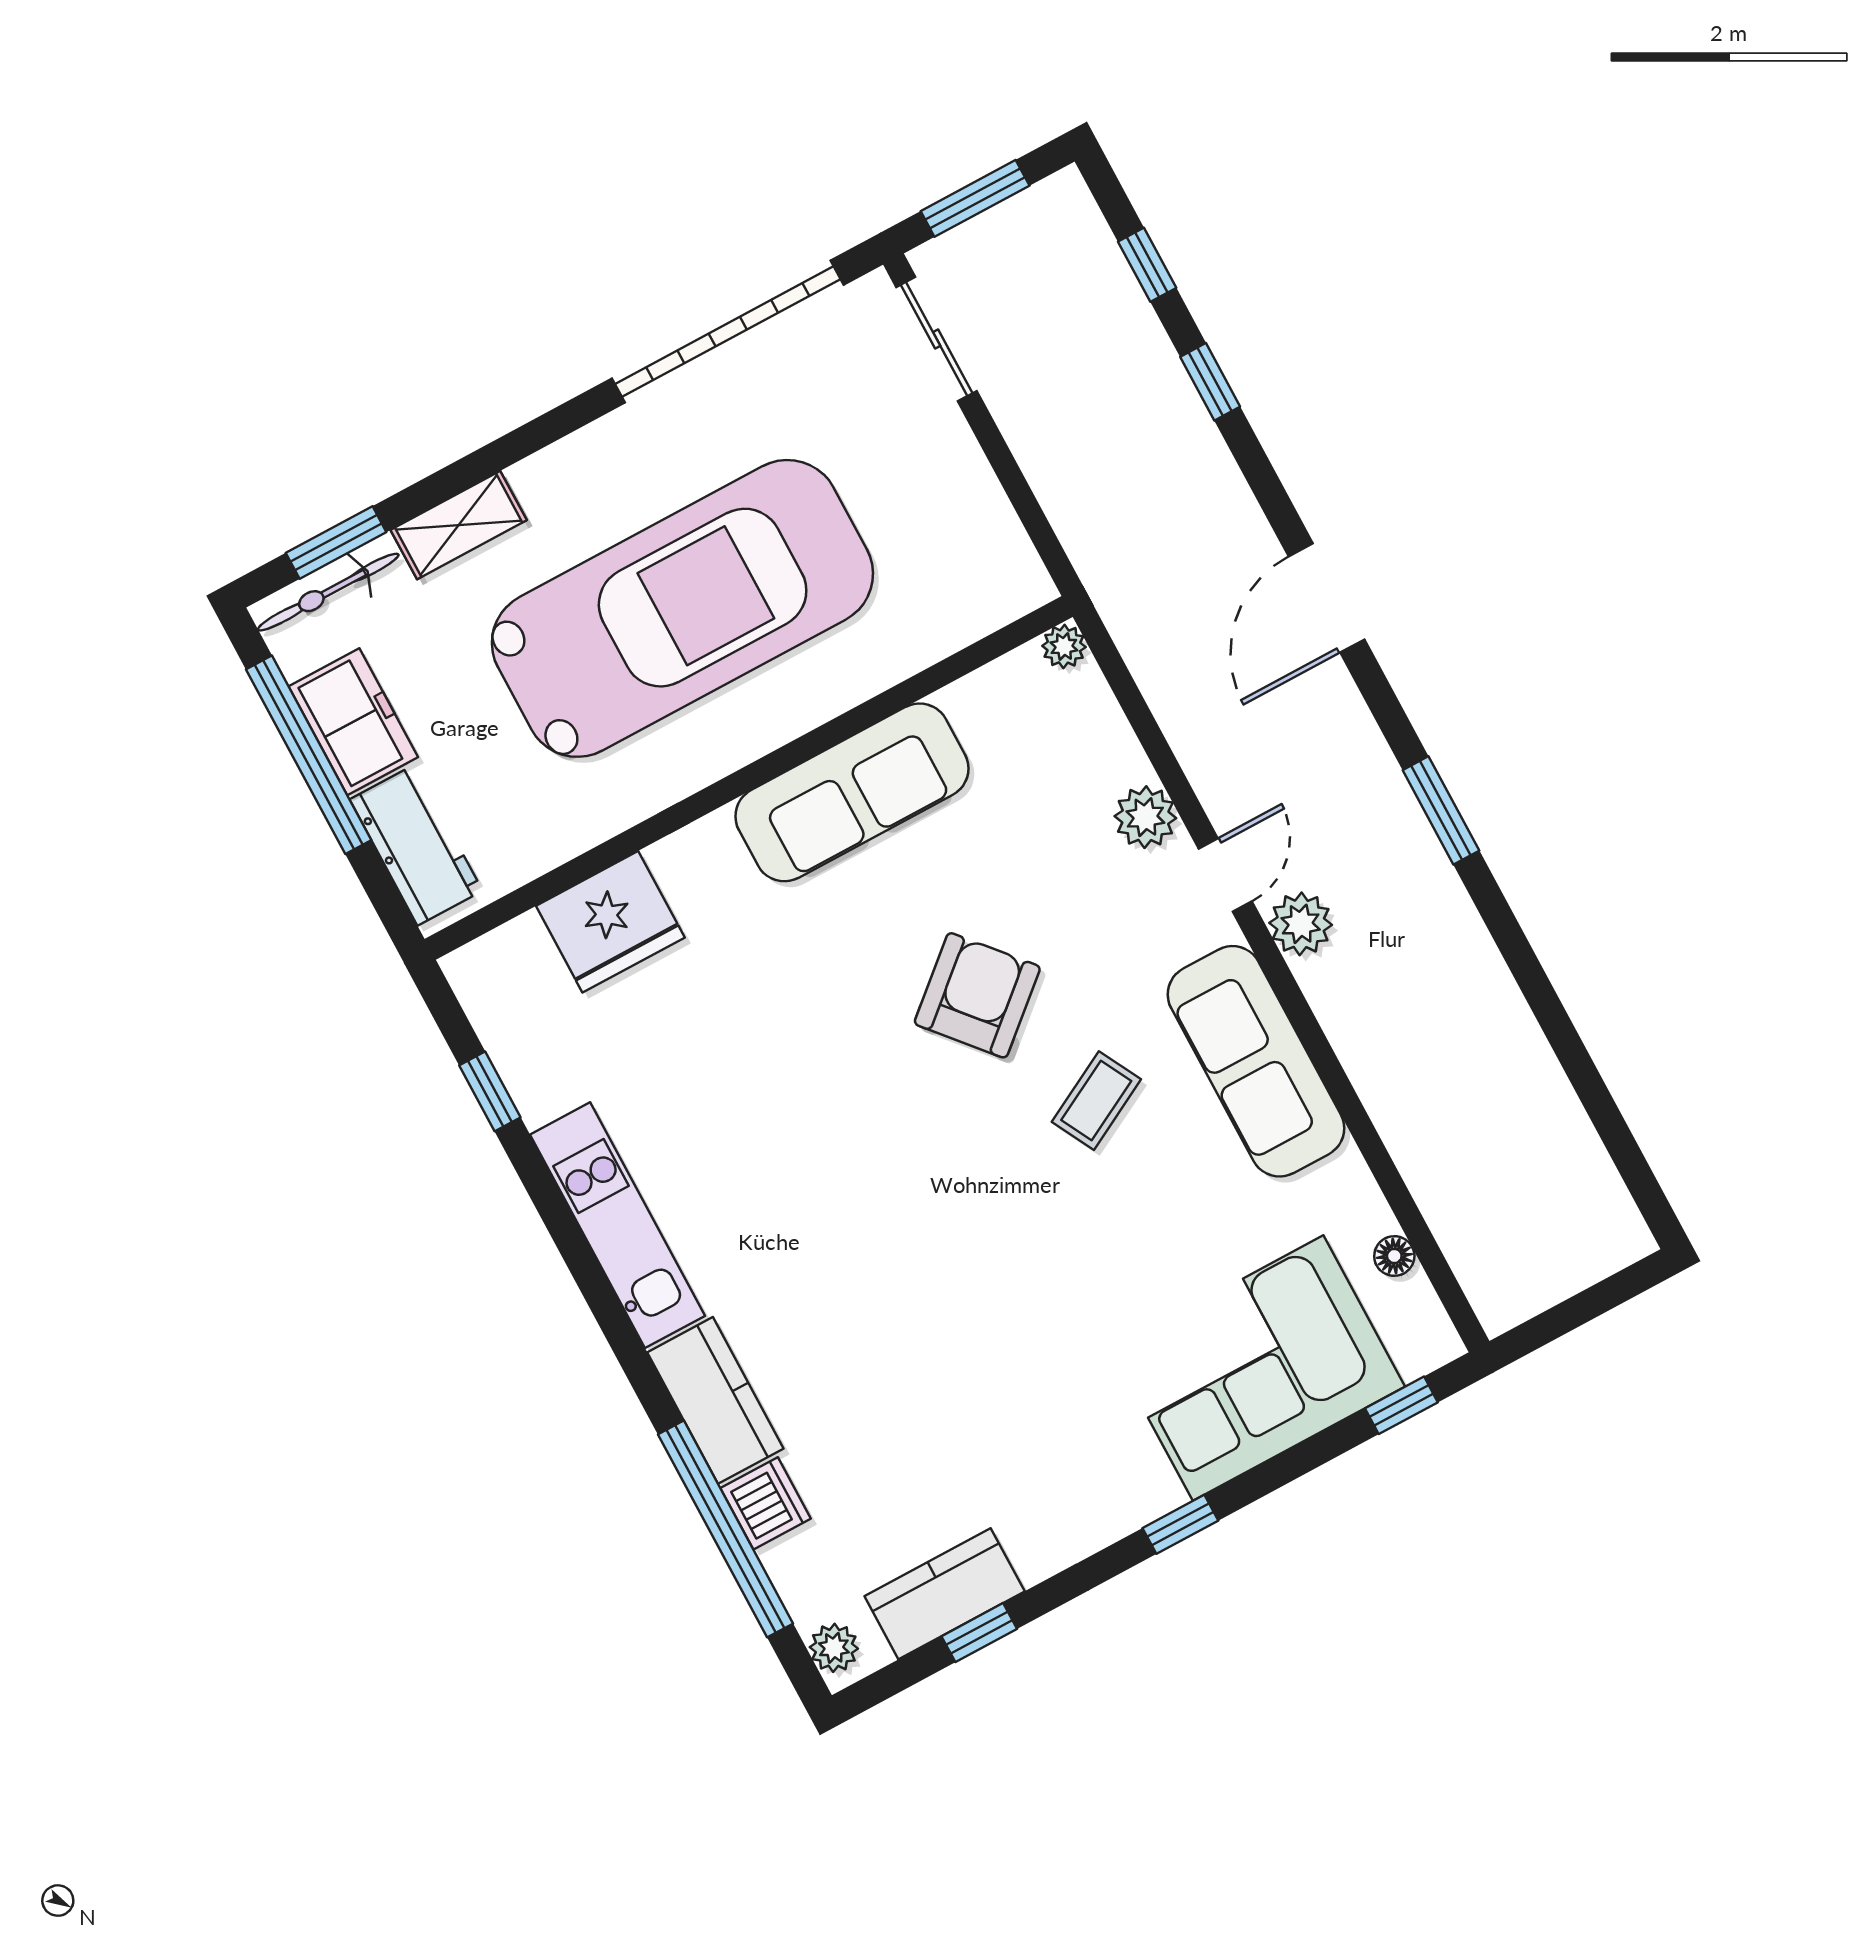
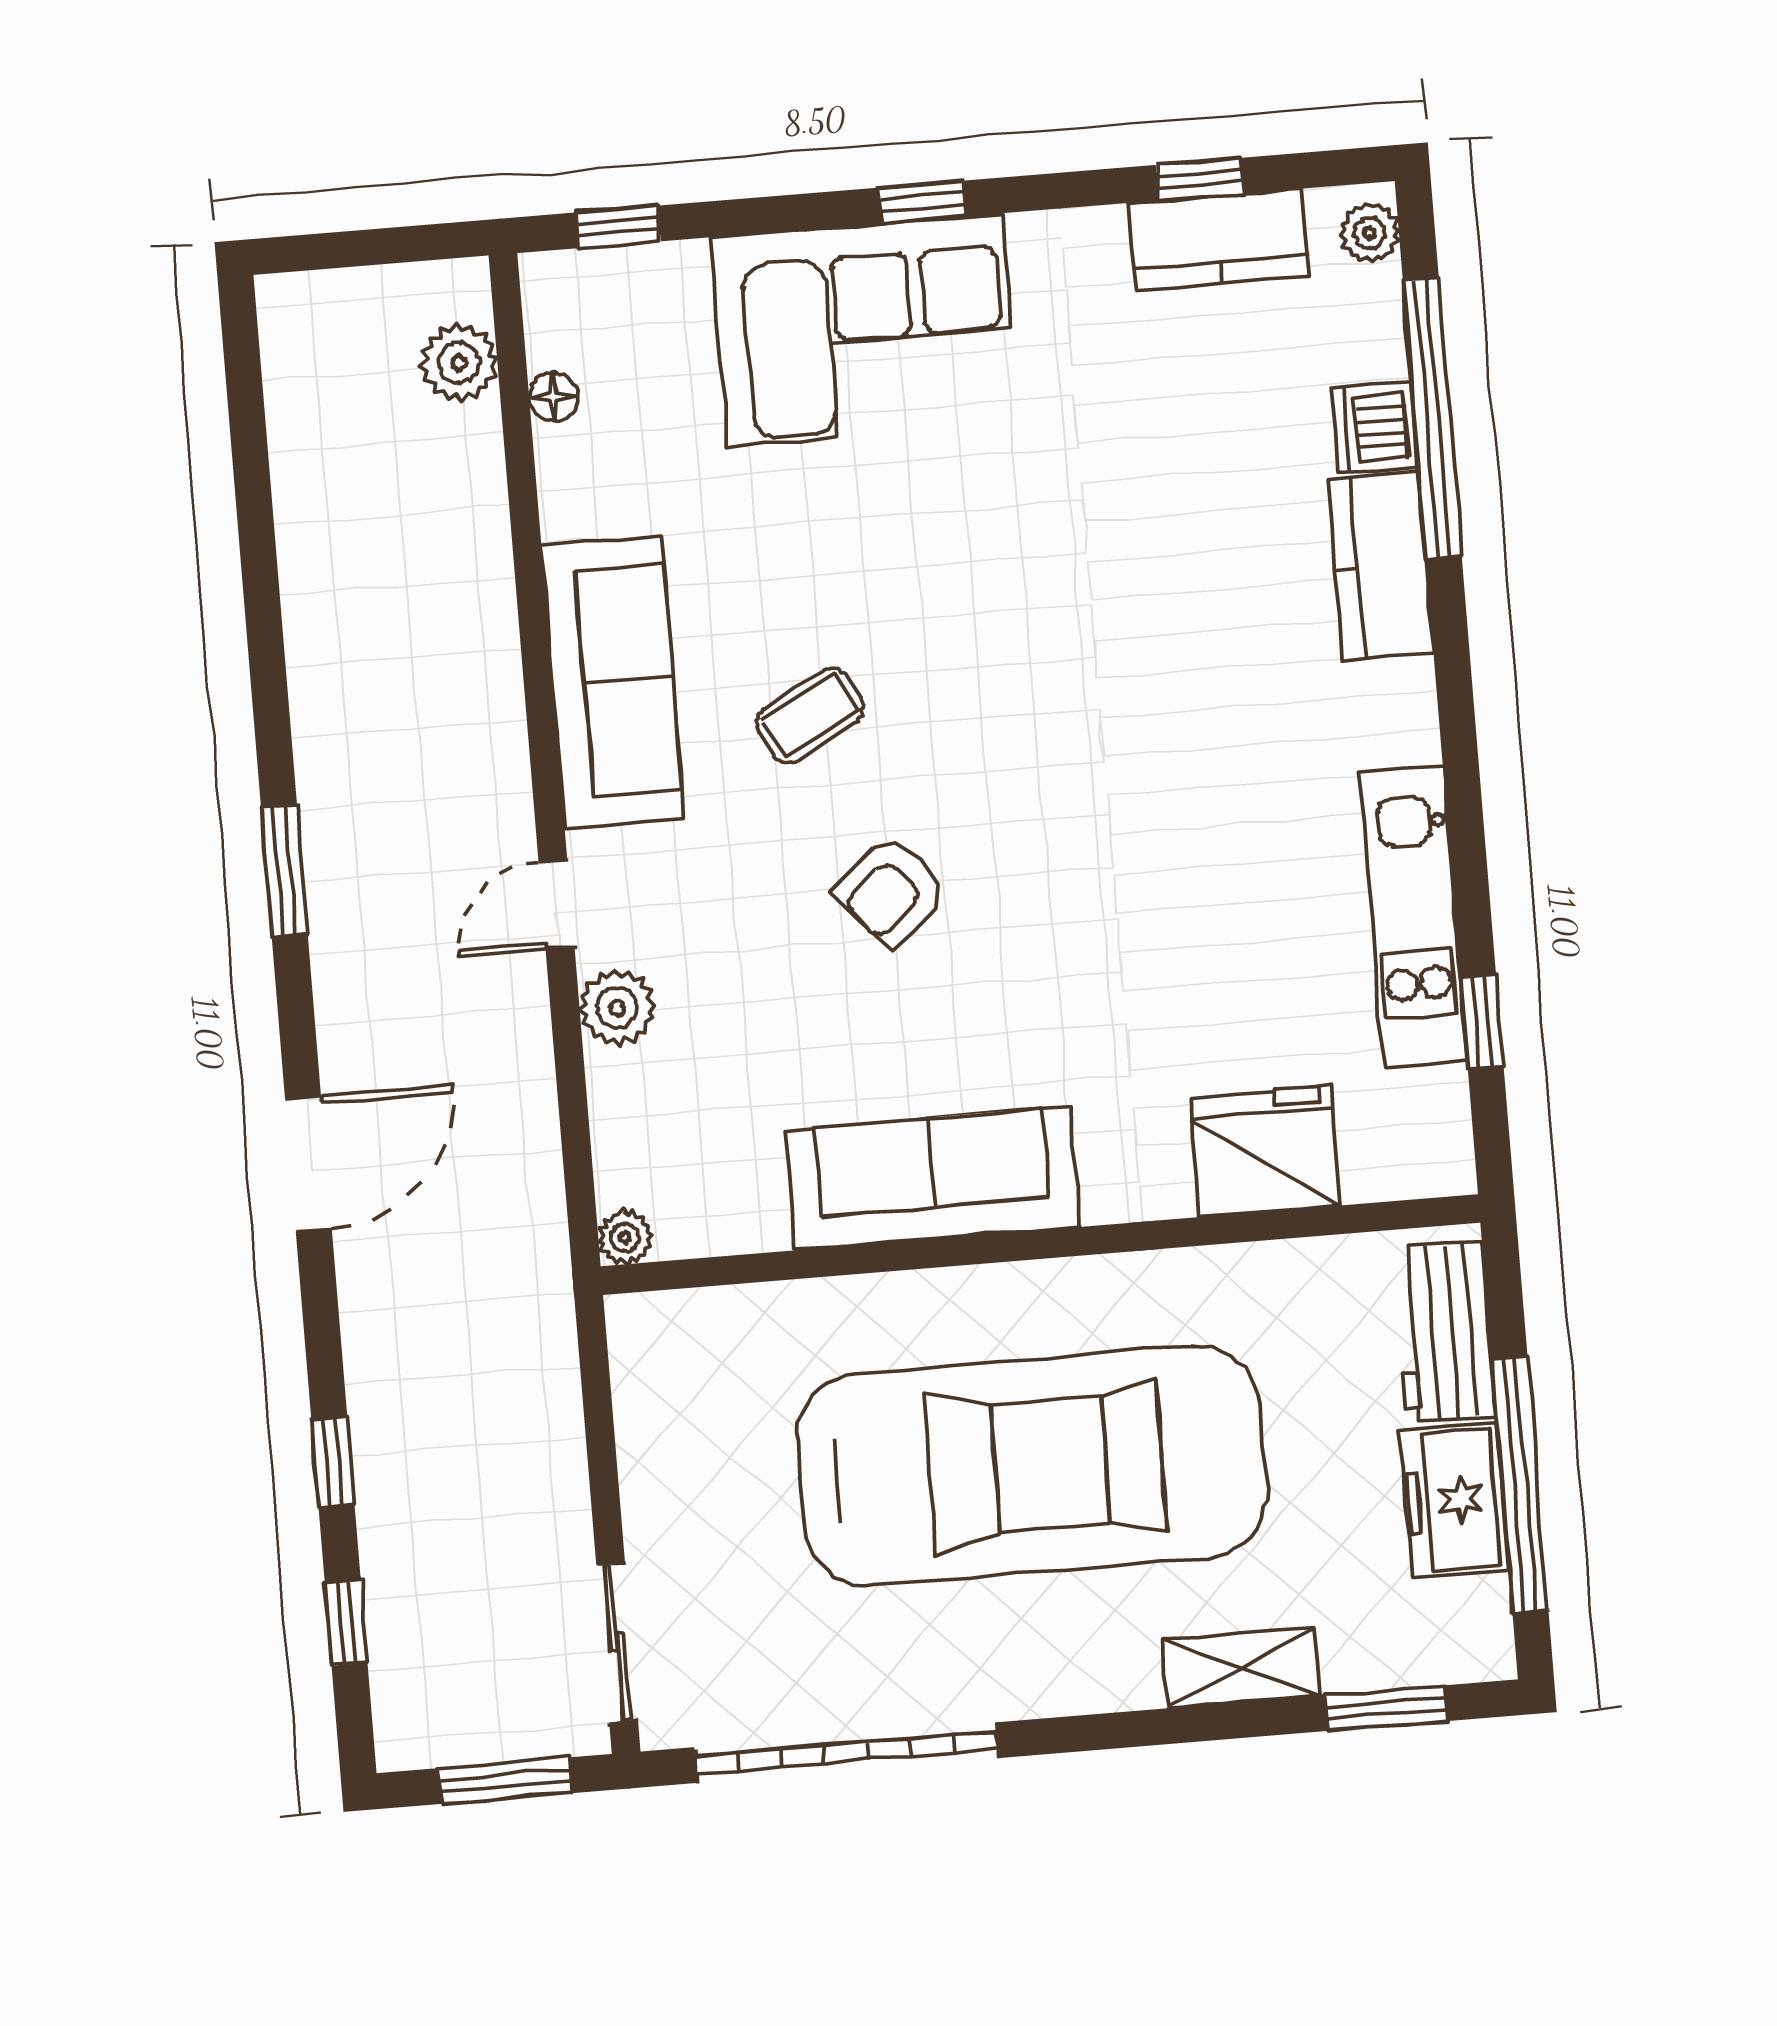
bicycle: (328, 592) -> (1419, 1657), removed
car: (682, 608) -> (1032, 1466), turned 180
plant: (1301, 924) -> (459, 363), moved
armchair: (977, 995) -> (892, 891), width x0.72, depth x0.72
kitchen unit: (617, 1225) -> (1414, 916), moved
corner sofa: (1258, 1368) -> (864, 330), moved

